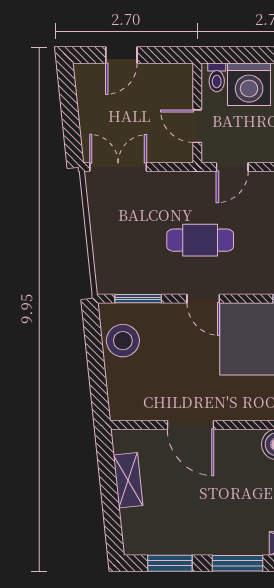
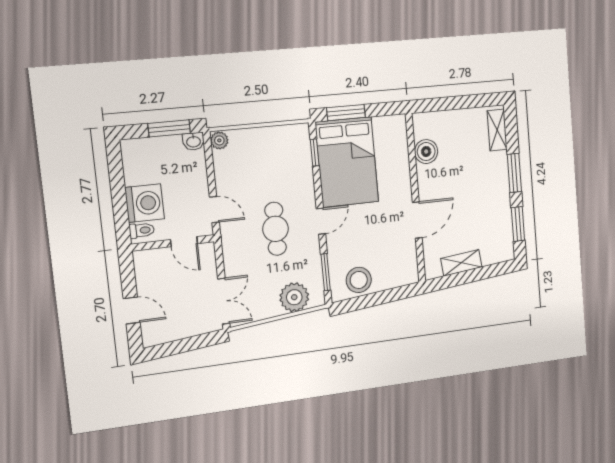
door: (197, 126) -> (184, 242), hinge flipped
double door: (118, 167) -> (224, 301), swing flipped
plant: (112, 255) -> (294, 297), added

